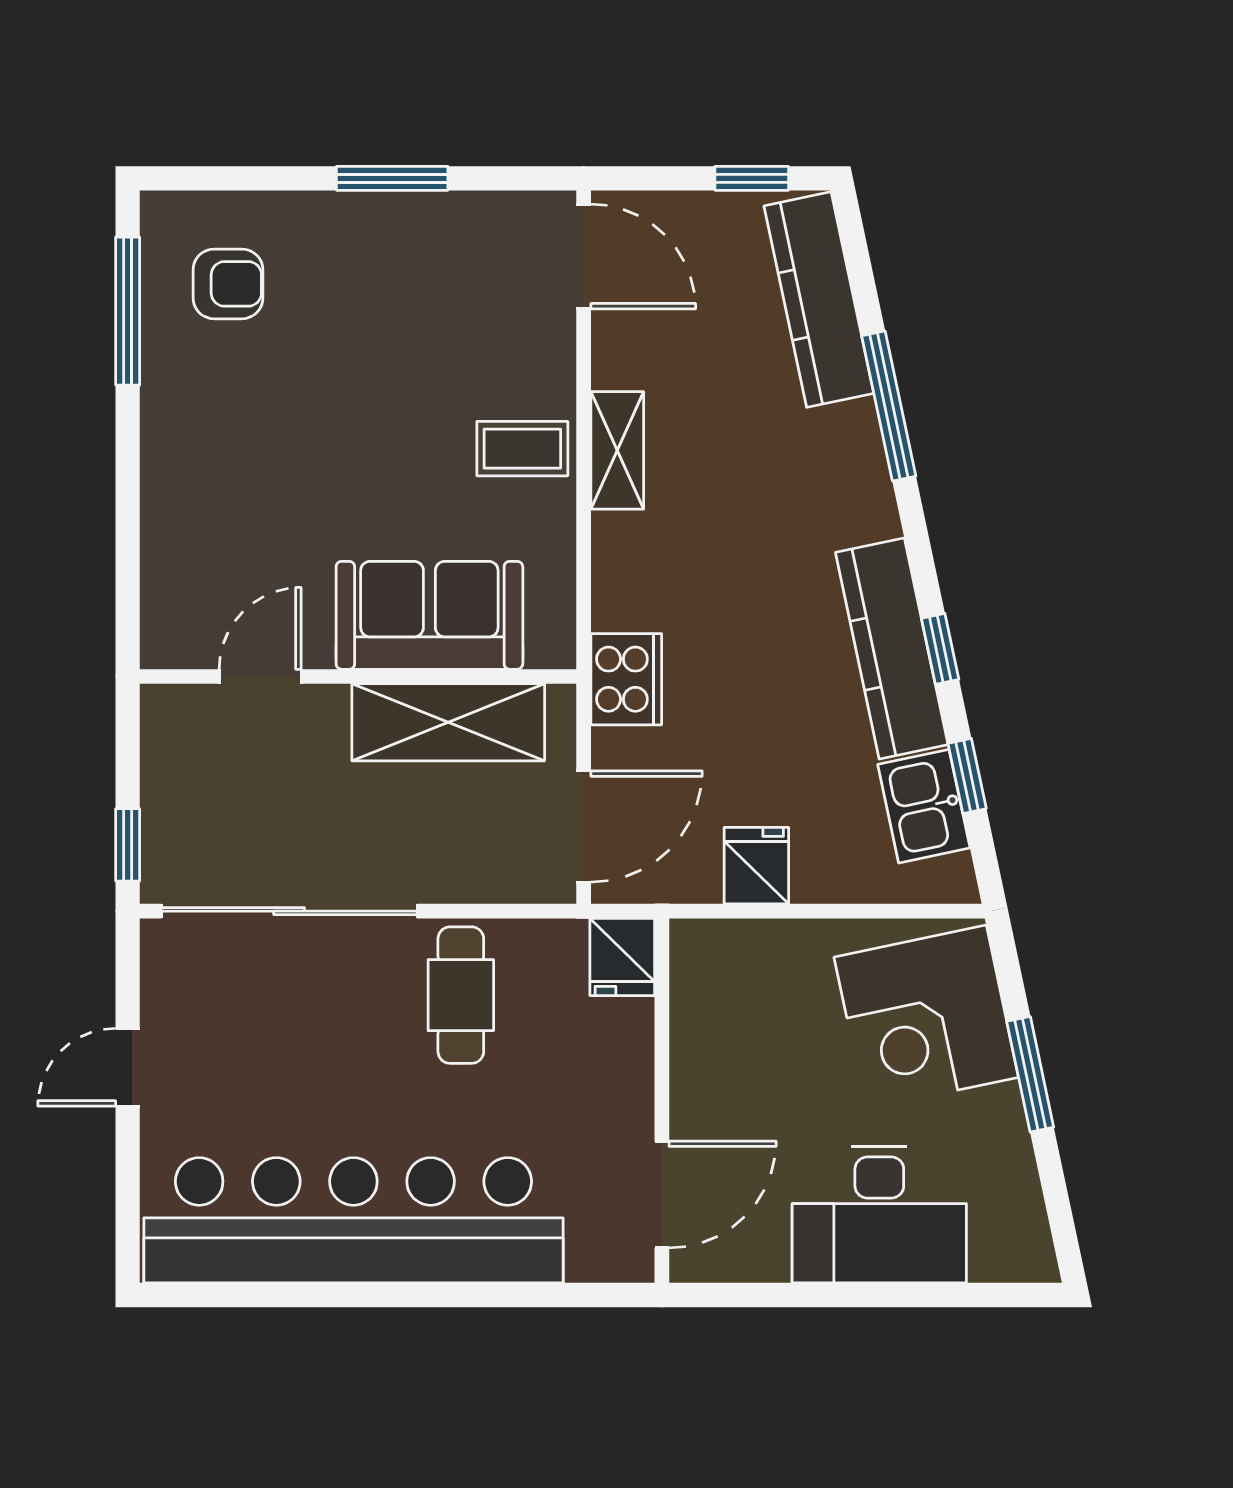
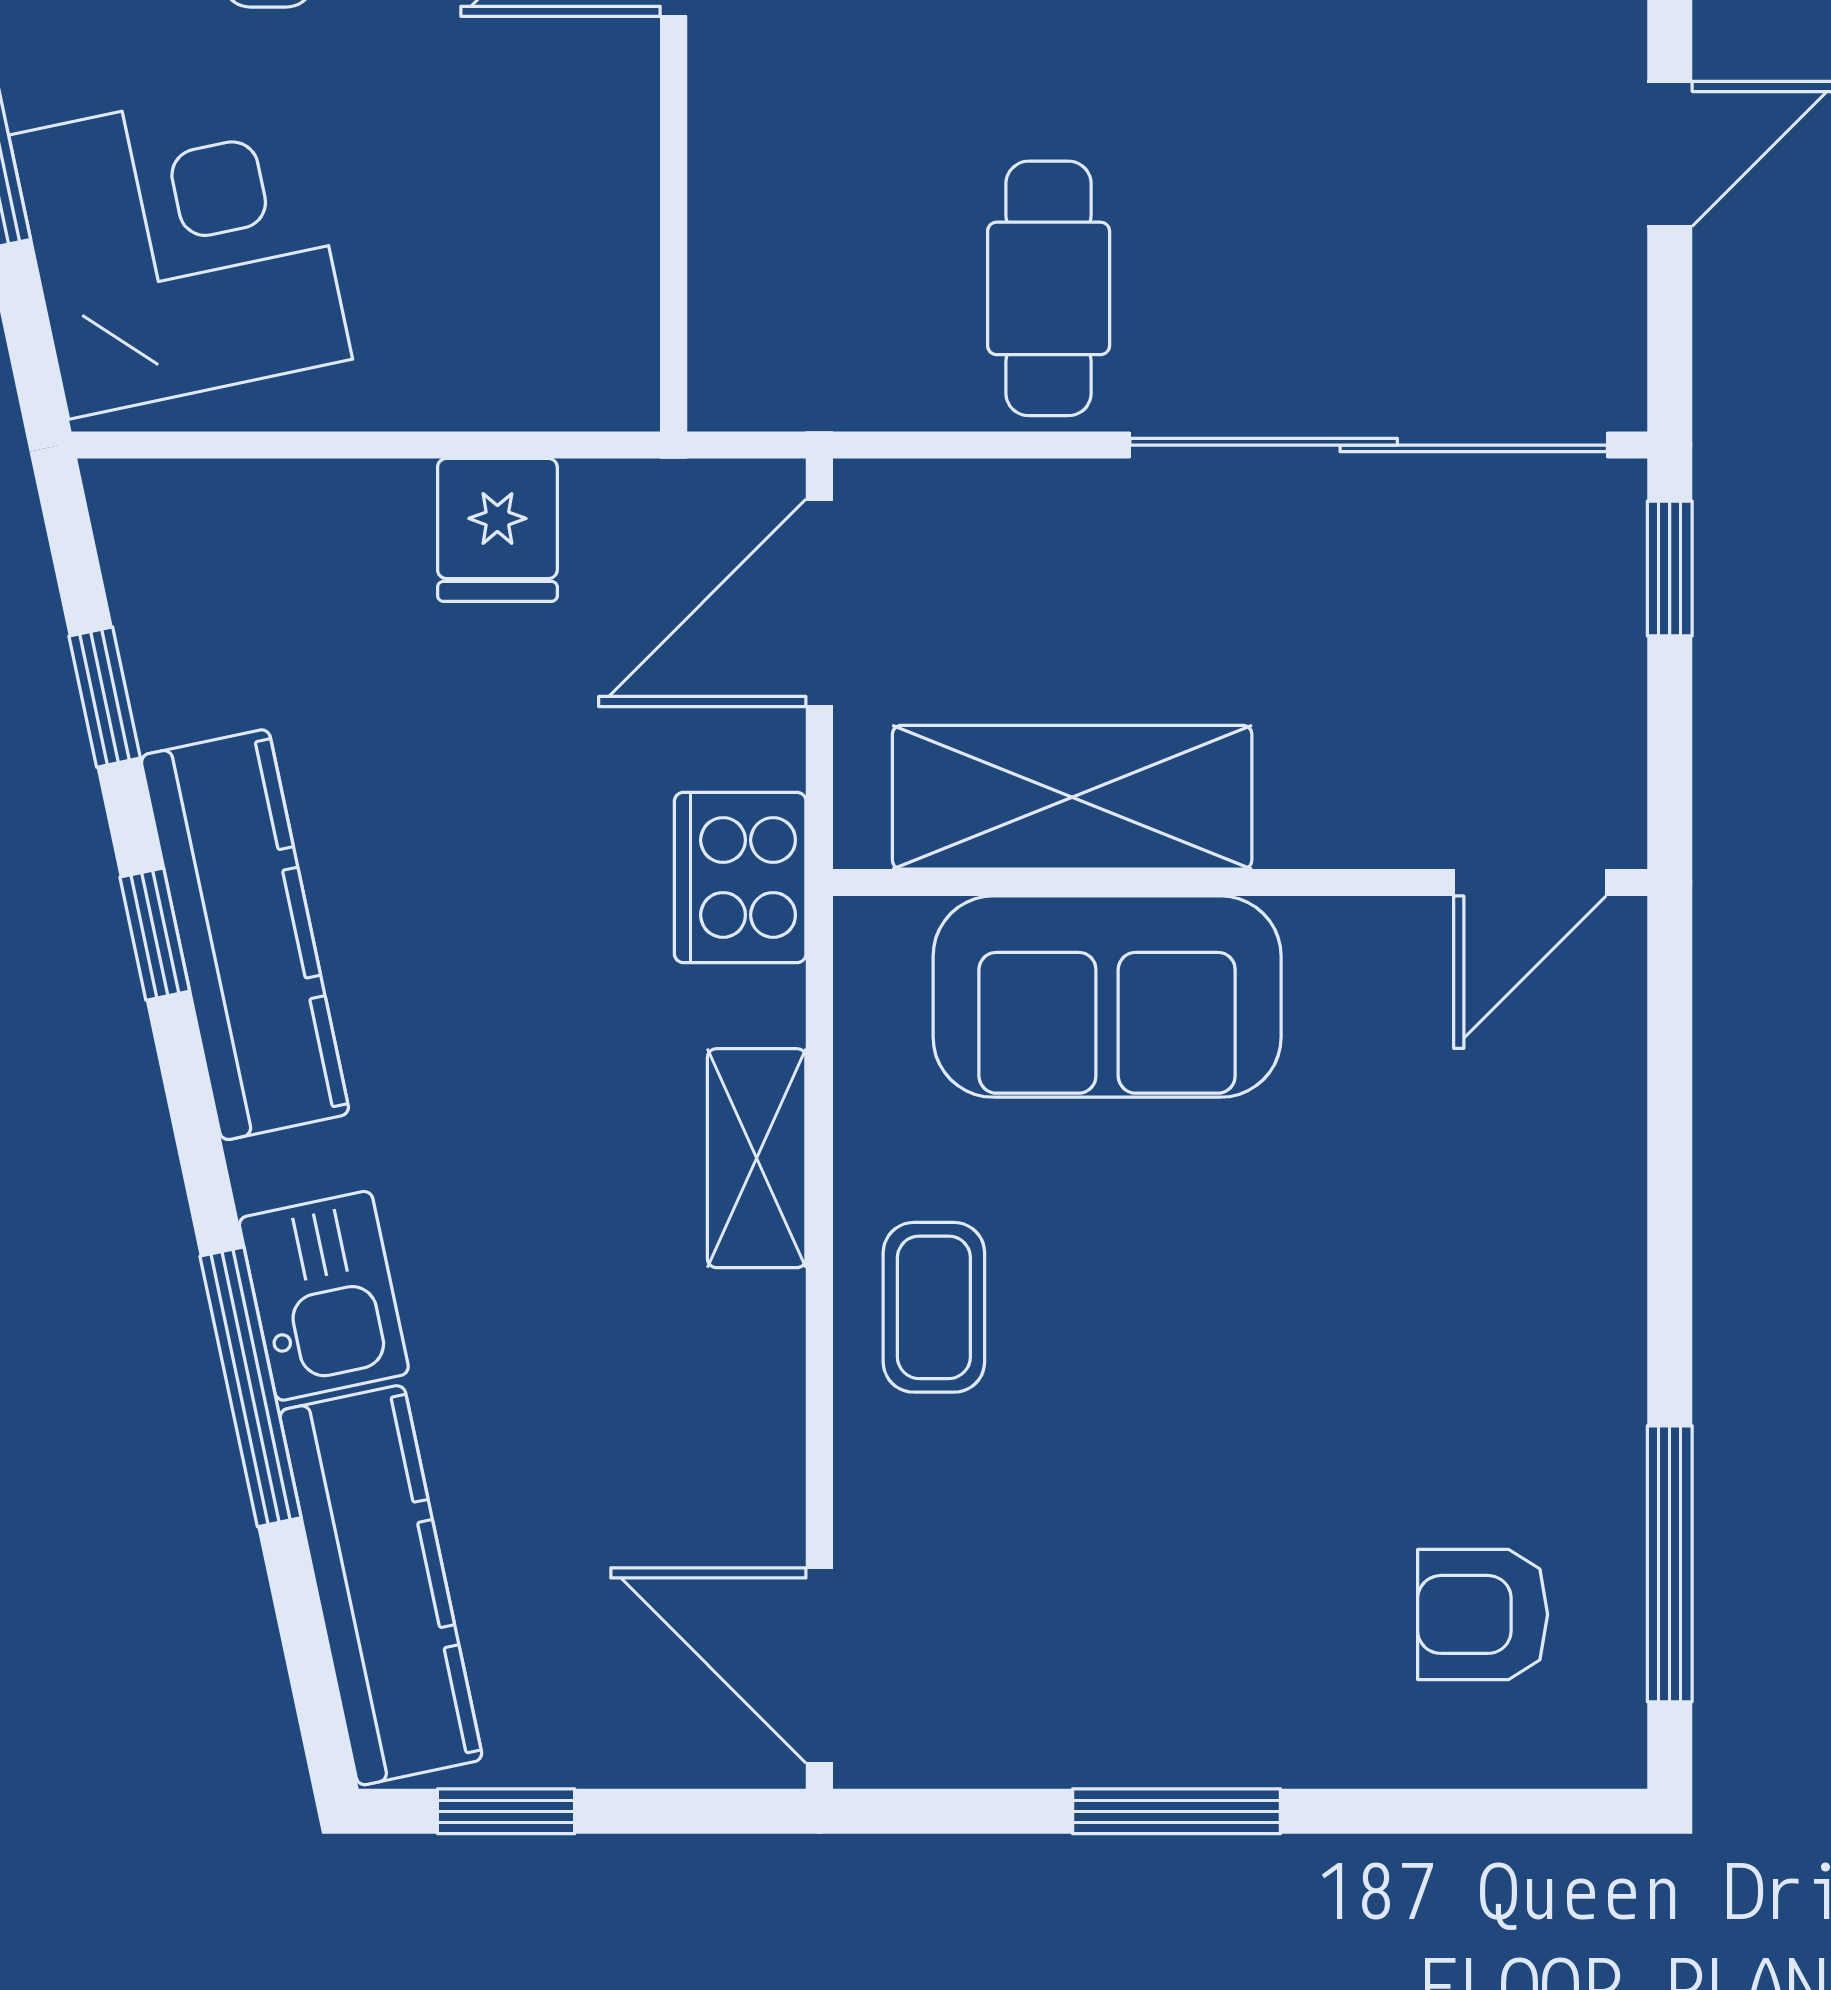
coffee table: (522, 449) -> (934, 1307), turned 90
shelving: (617, 450) -> (757, 1158), moved
door: (260, 676) -> (1530, 882), moved
kitchen sink: (924, 806) -> (324, 1296), moved
fridge: (622, 957) -> (747, 360), removed

